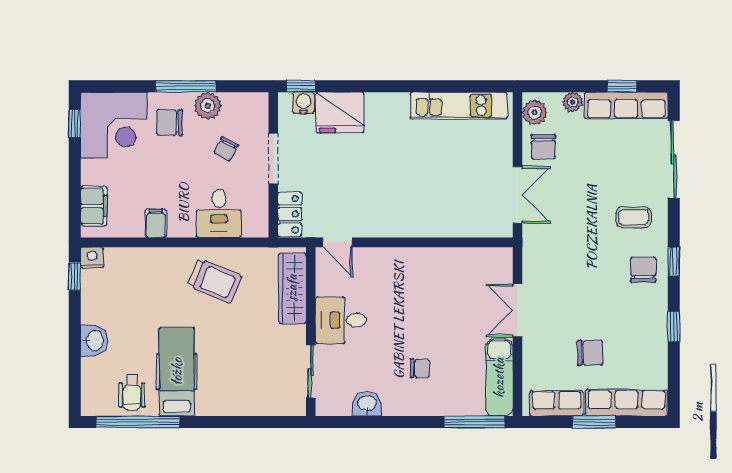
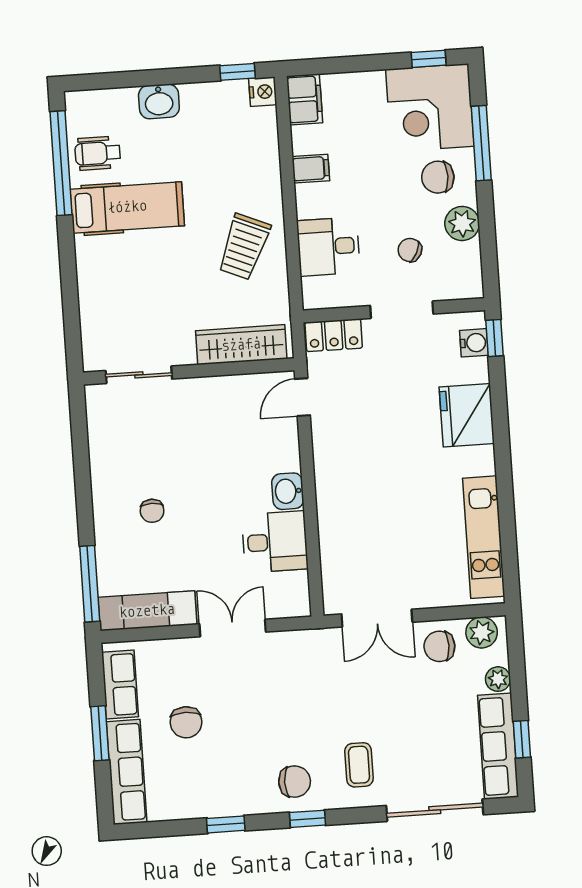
window: (186, 86) -> (481, 143), moved
fridge: (340, 112) -> (467, 415), moved
chair: (170, 123) -> (438, 177), turned -90
filing cabinet: (94, 206) -> (305, 99), moved, turned -90
desk: (341, 320) -> (275, 542), moved, turned 90
washbasin: (367, 404) -> (288, 491), moved, turned 180

